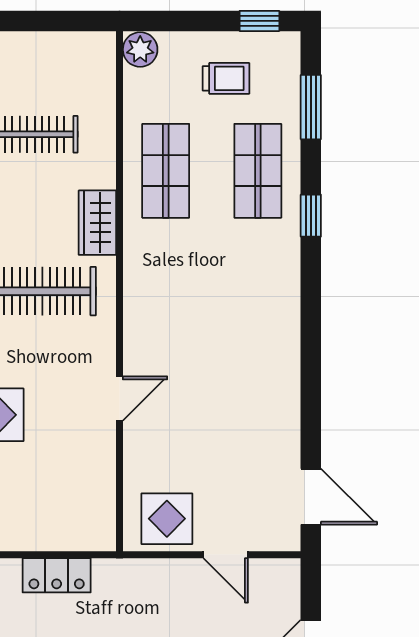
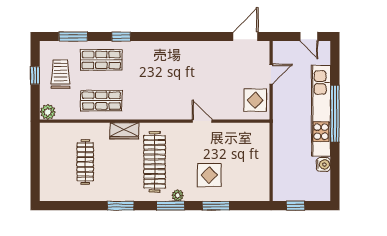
window: (259, 21) -> (35, 75), moved
trolley: (226, 78) -> (61, 74), width x1.36, depth x1.39
locker: (57, 575) -> (280, 149), removed

